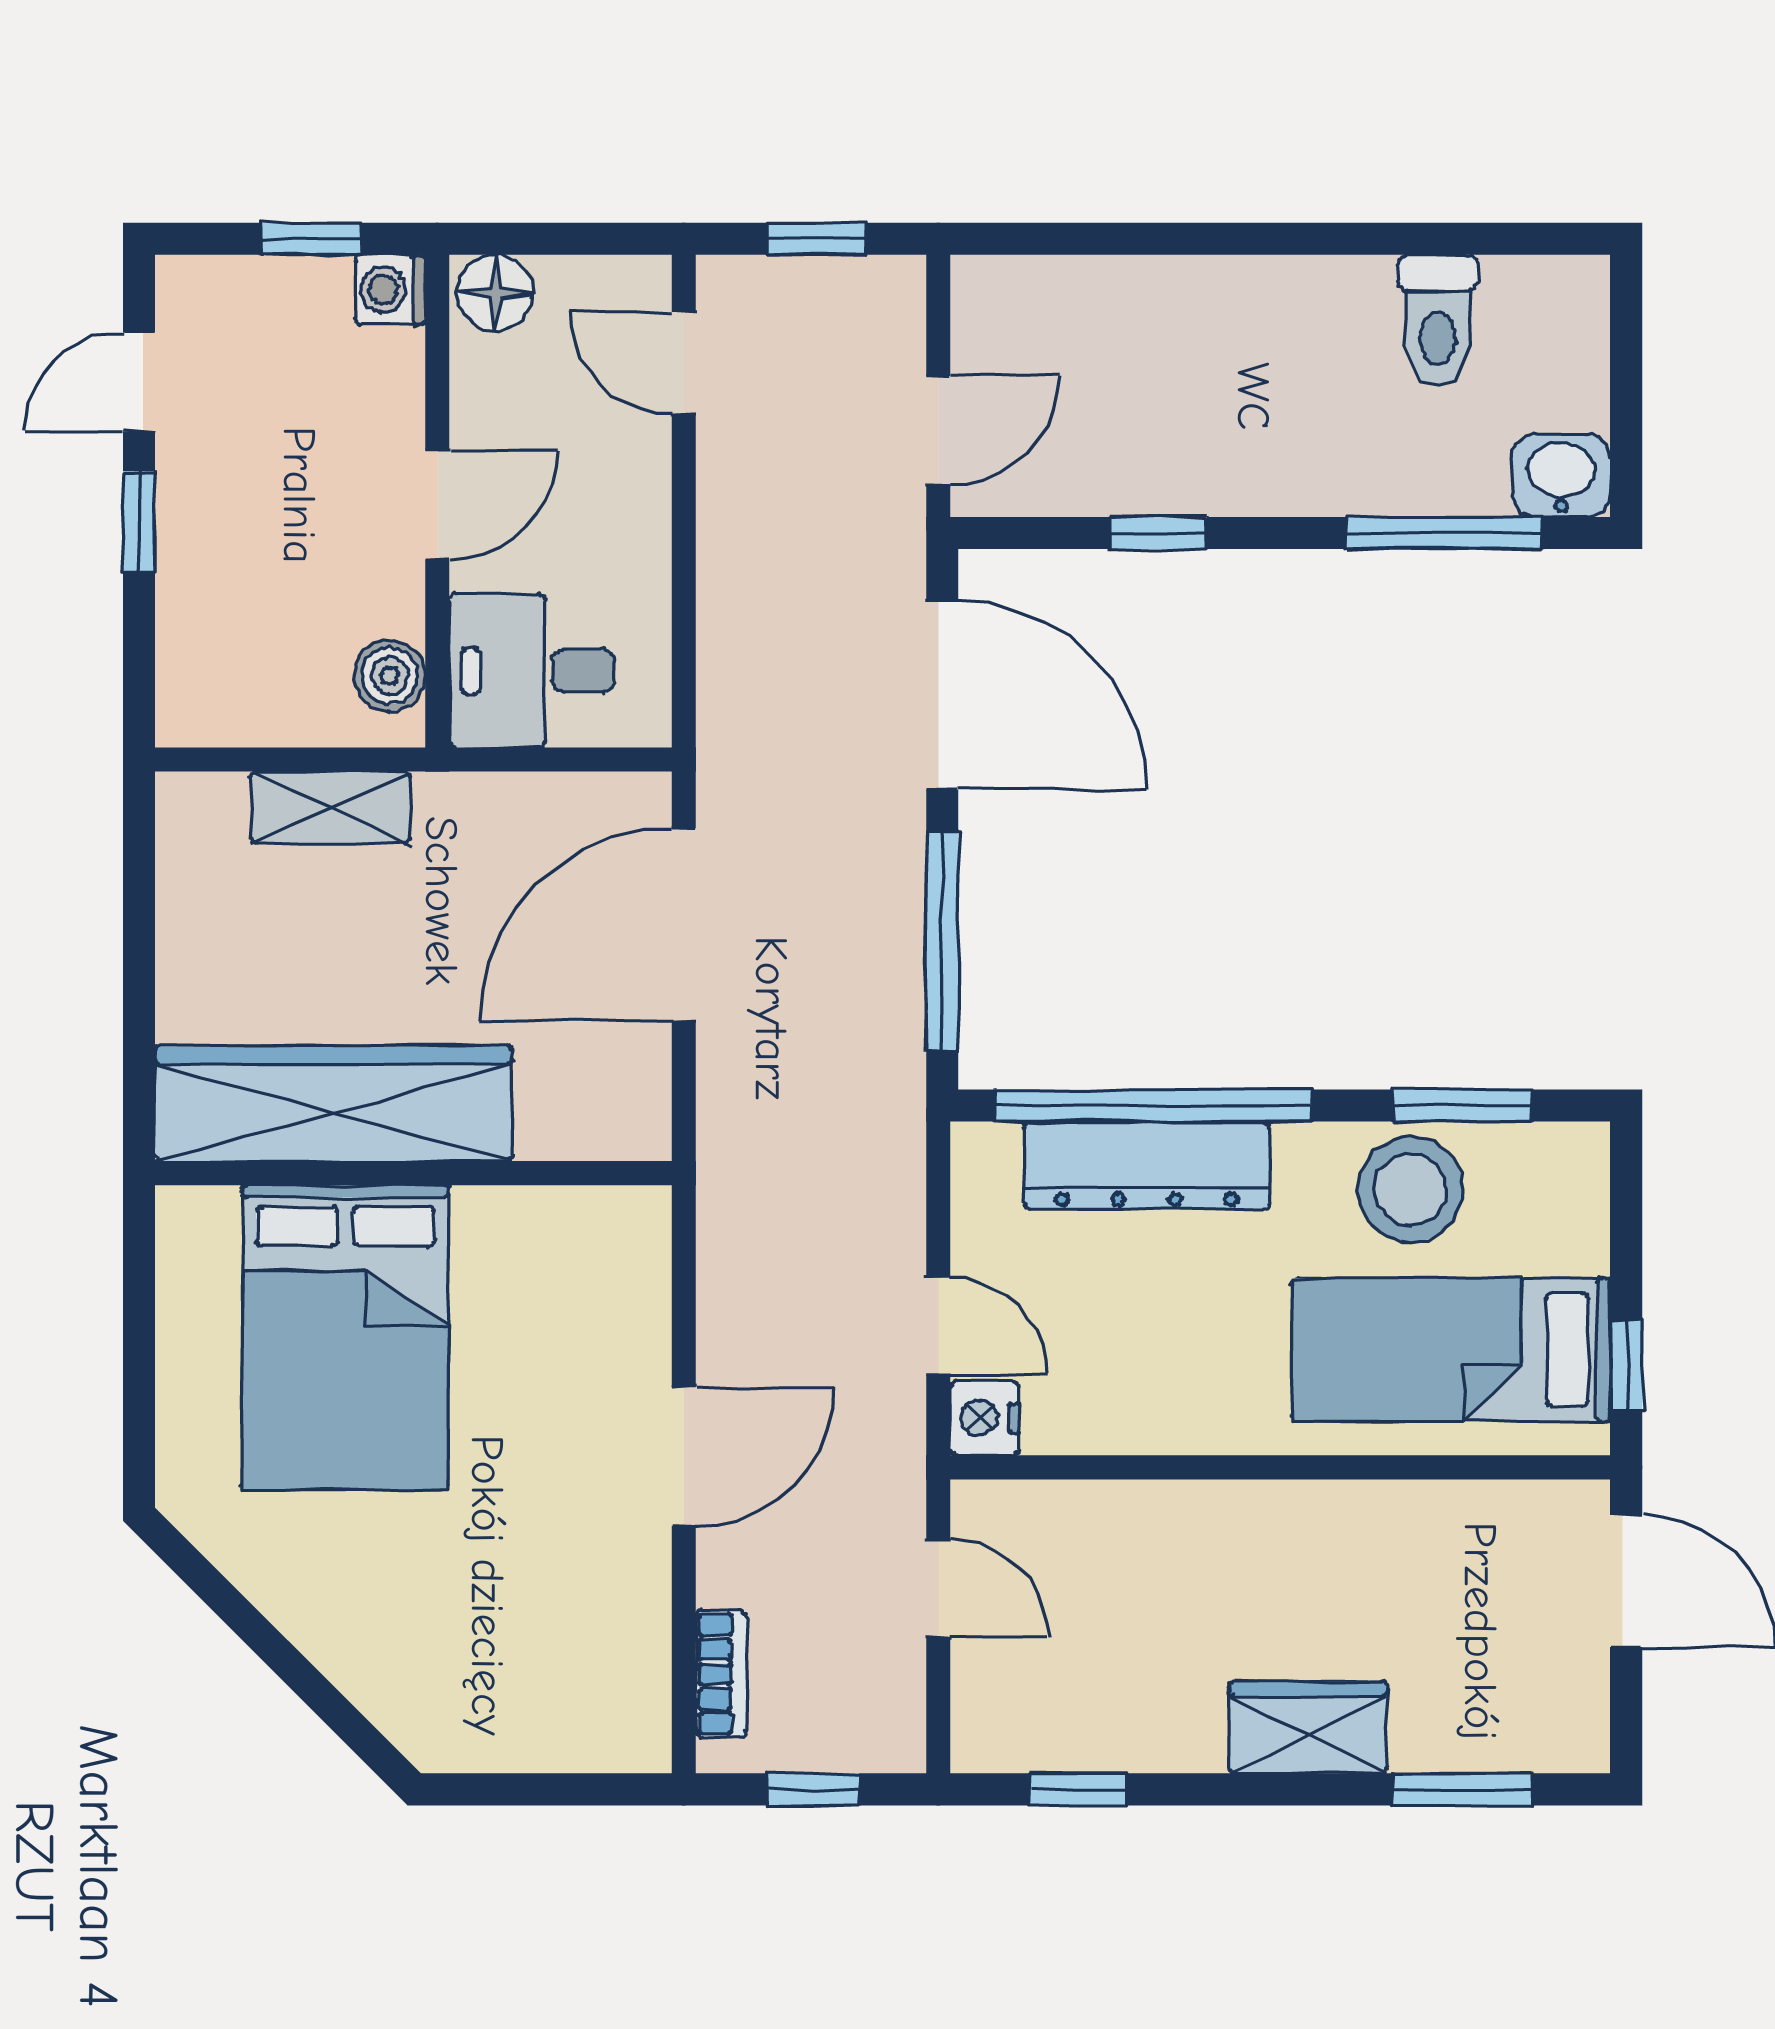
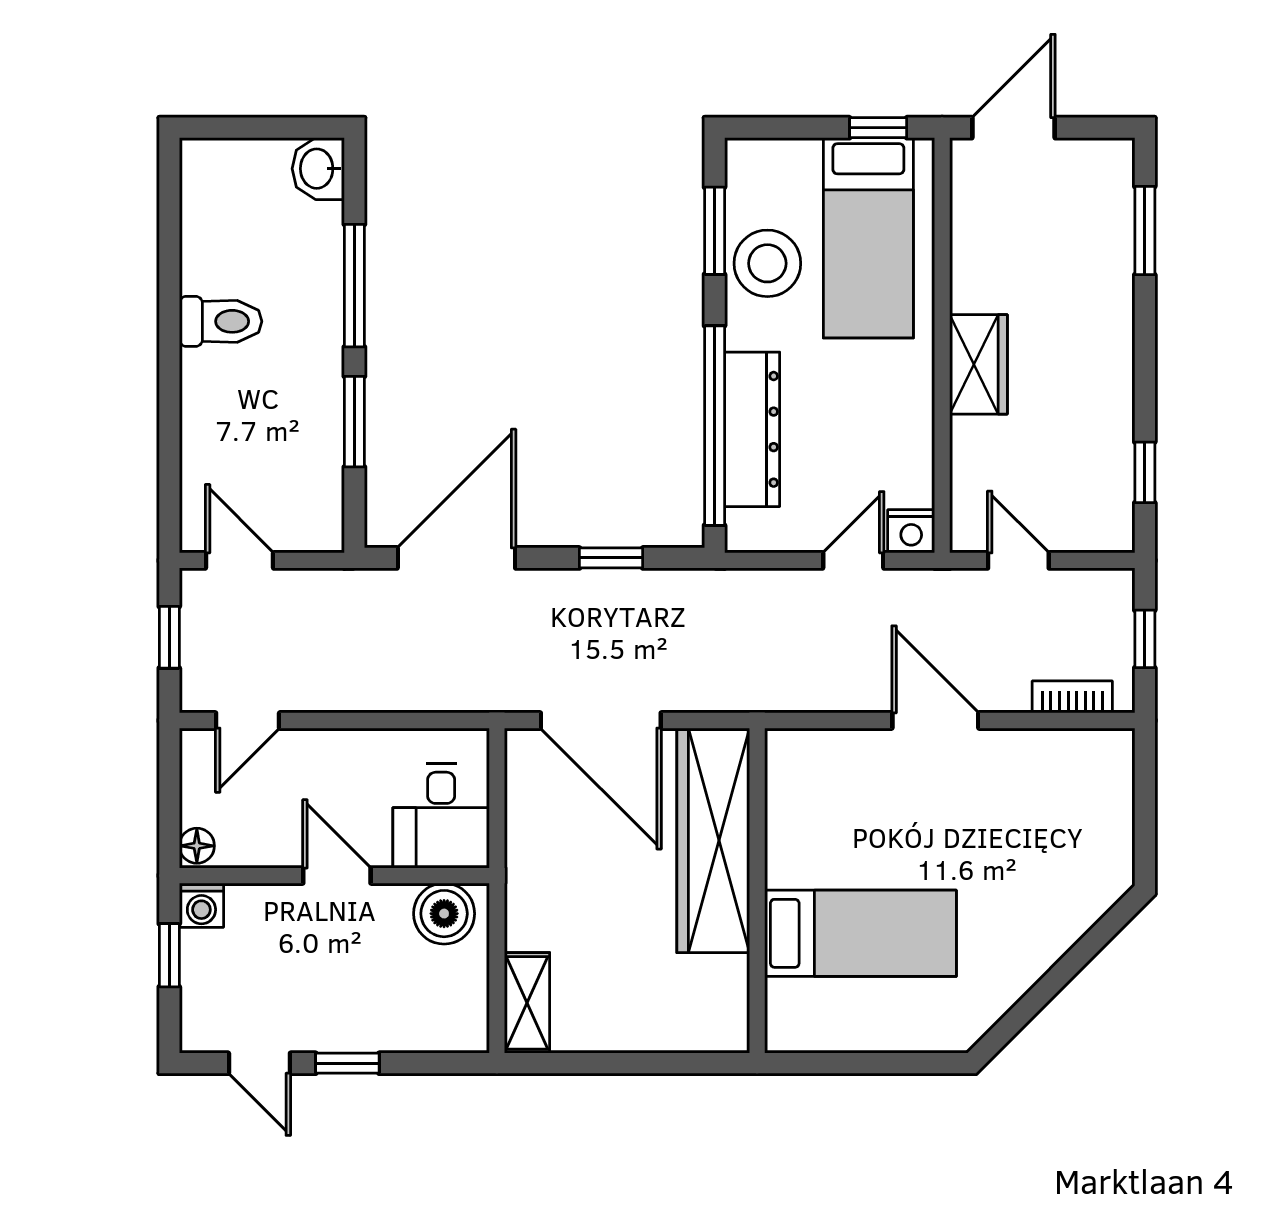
floor lamp: (495, 293) -> (197, 846), width x0.73, depth x0.73
toilet: (1438, 320) -> (221, 321), moved
door: (938, 430) -> (239, 560), moved
window: (1159, 533) -> (354, 422), width x1.50
window: (1444, 533) -> (354, 286), moved
boiler: (390, 676) -> (444, 914), width x1.36, depth x1.36
shelving: (331, 807) -> (527, 1003), moved
window: (942, 941) -> (611, 558), width x0.46
wardrobe: (334, 1103) -> (713, 840), moved
bed: (345, 1337) -> (860, 933), width x0.67
door: (938, 1588) -> (1018, 560), hinge flipped
wardrobe: (1308, 1728) -> (978, 364), moved, turned 180

